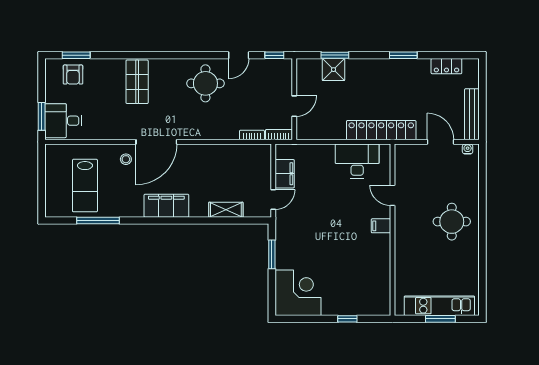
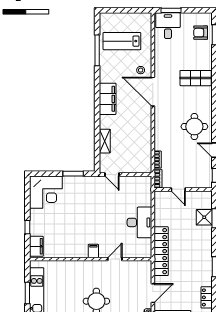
desk: (357, 161) -> (139, 222), moved
filing cabinet: (285, 174) -> (36, 246), moved, turned -90

